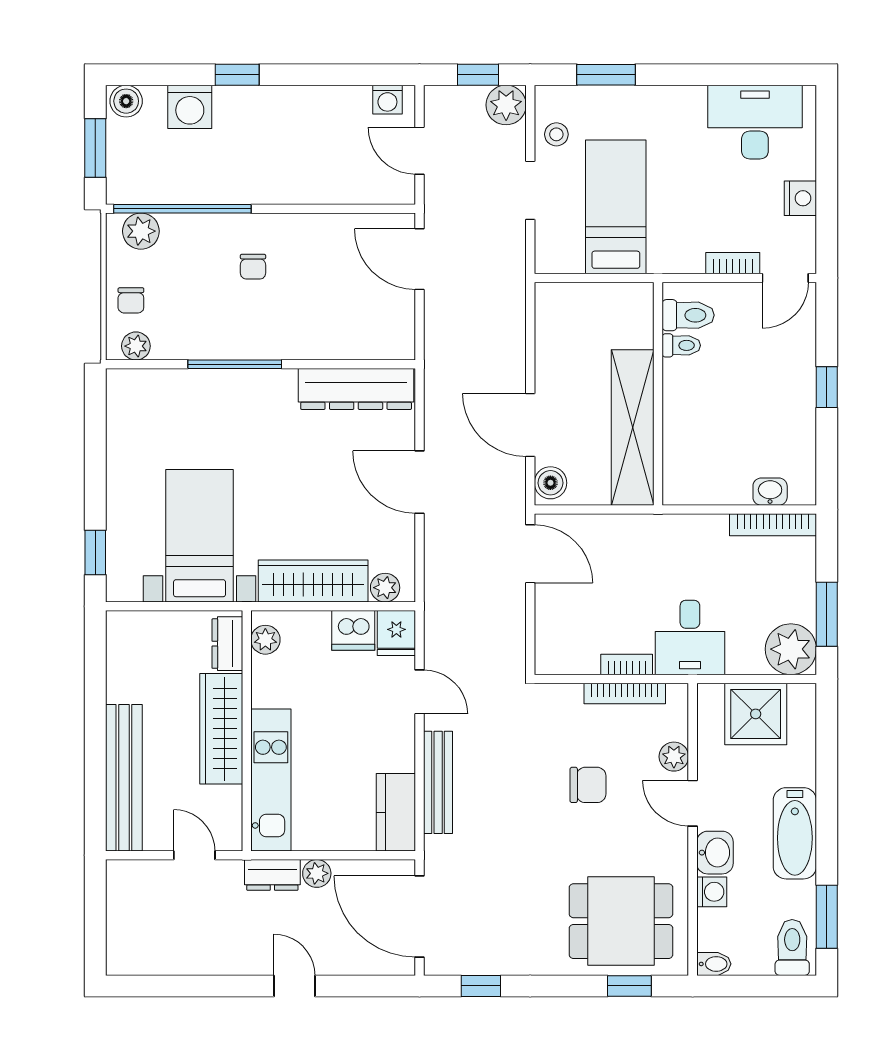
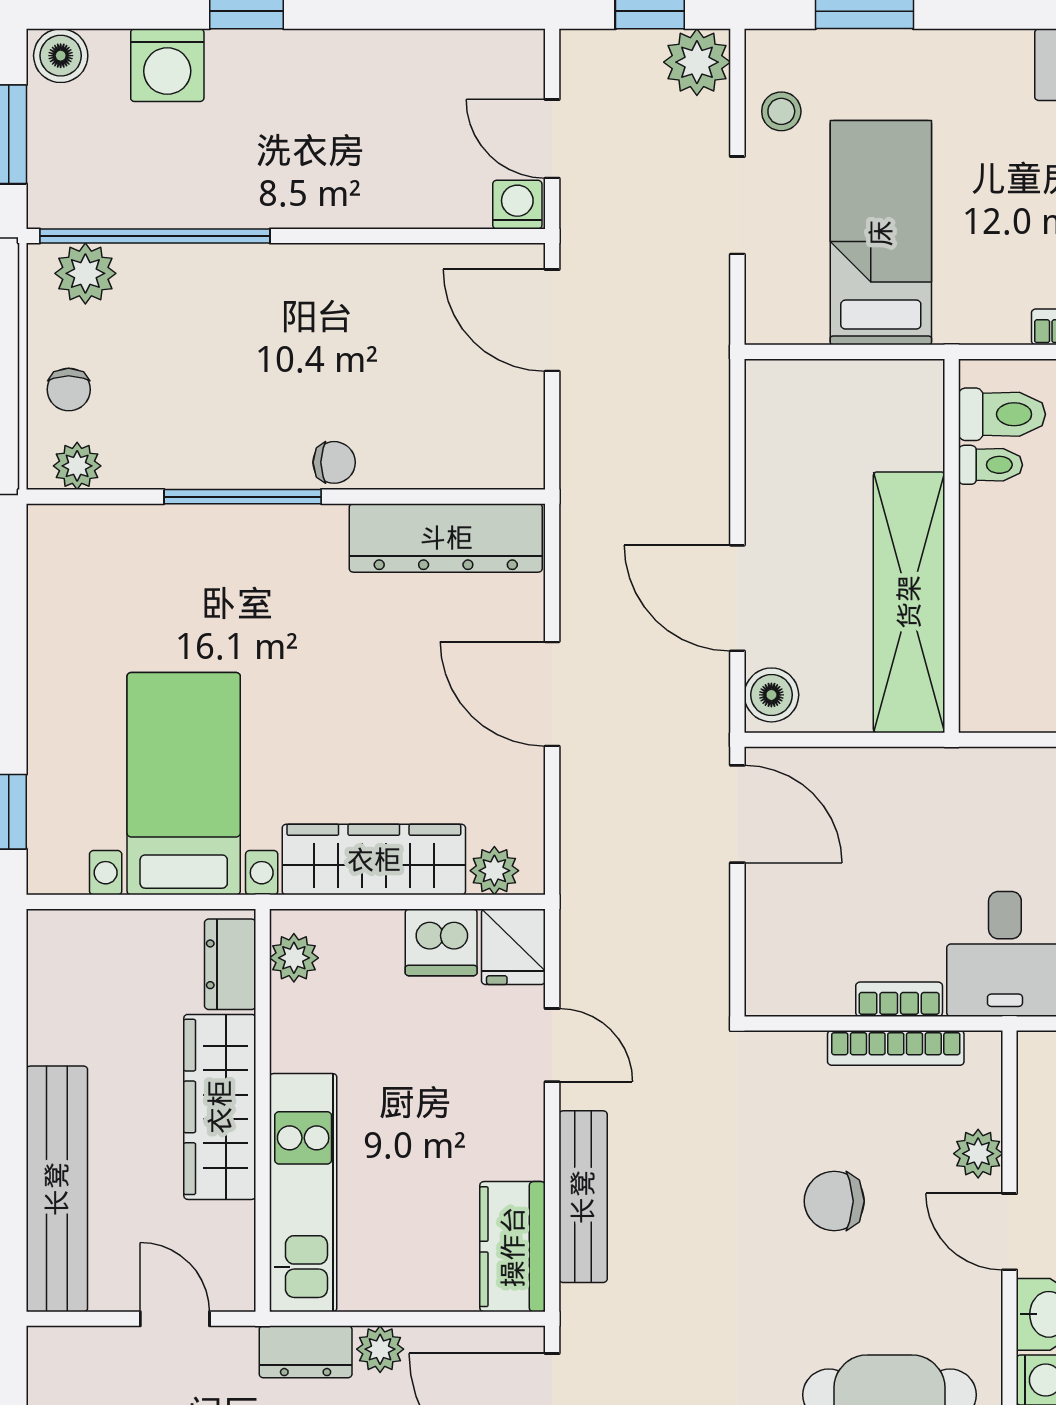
washing machine: (387, 100) -> (517, 205), moved, turned 180
chair: (253, 267) -> (334, 462), moved, turned -90
chair: (588, 785) -> (834, 1201), turned 180

